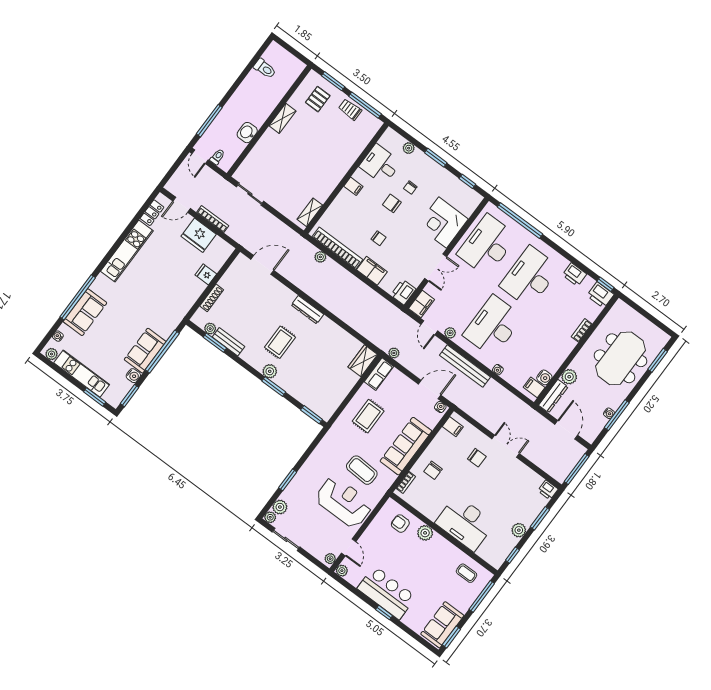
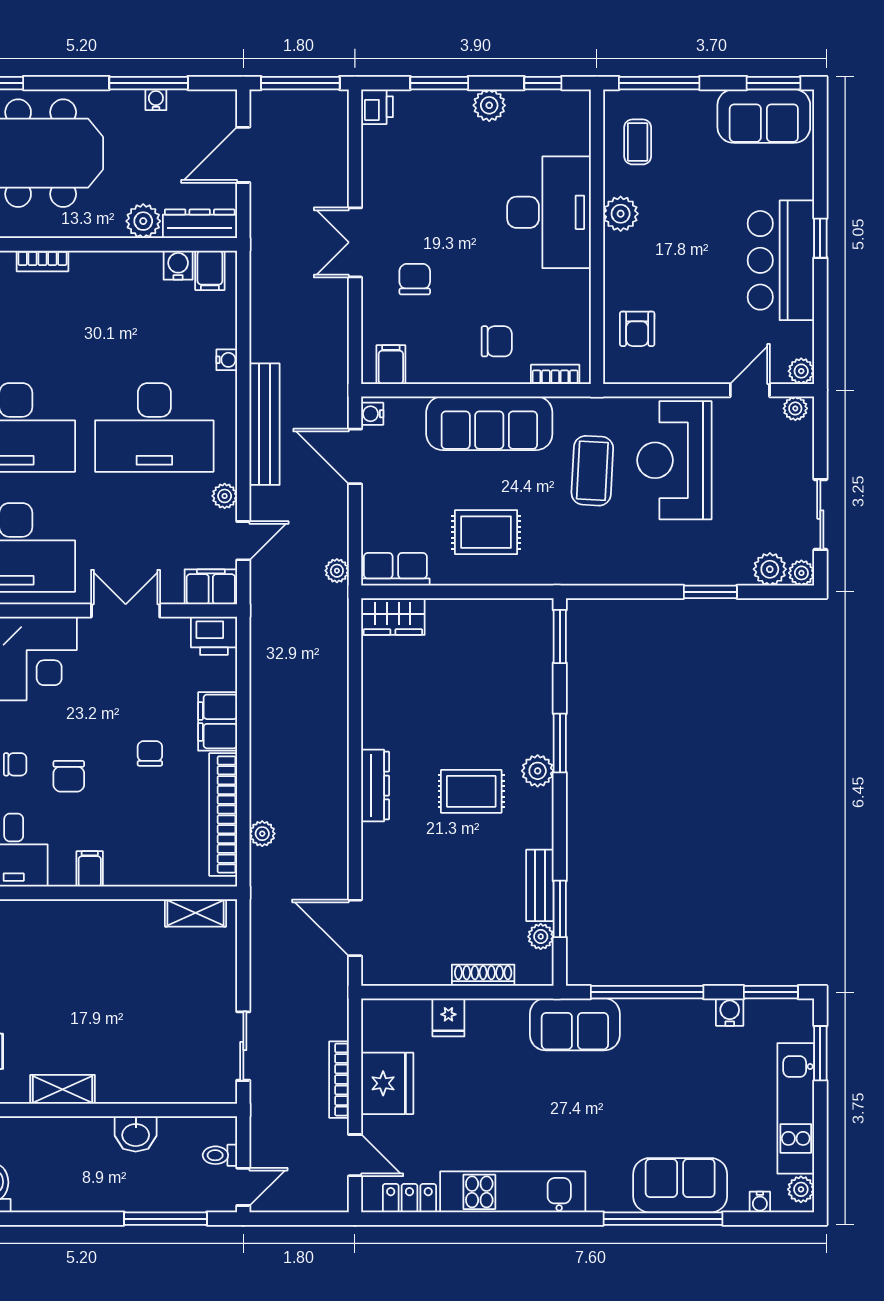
sofa: (145, 351) -> (575, 1024), moved
plant: (425, 533) -> (621, 214), moved

